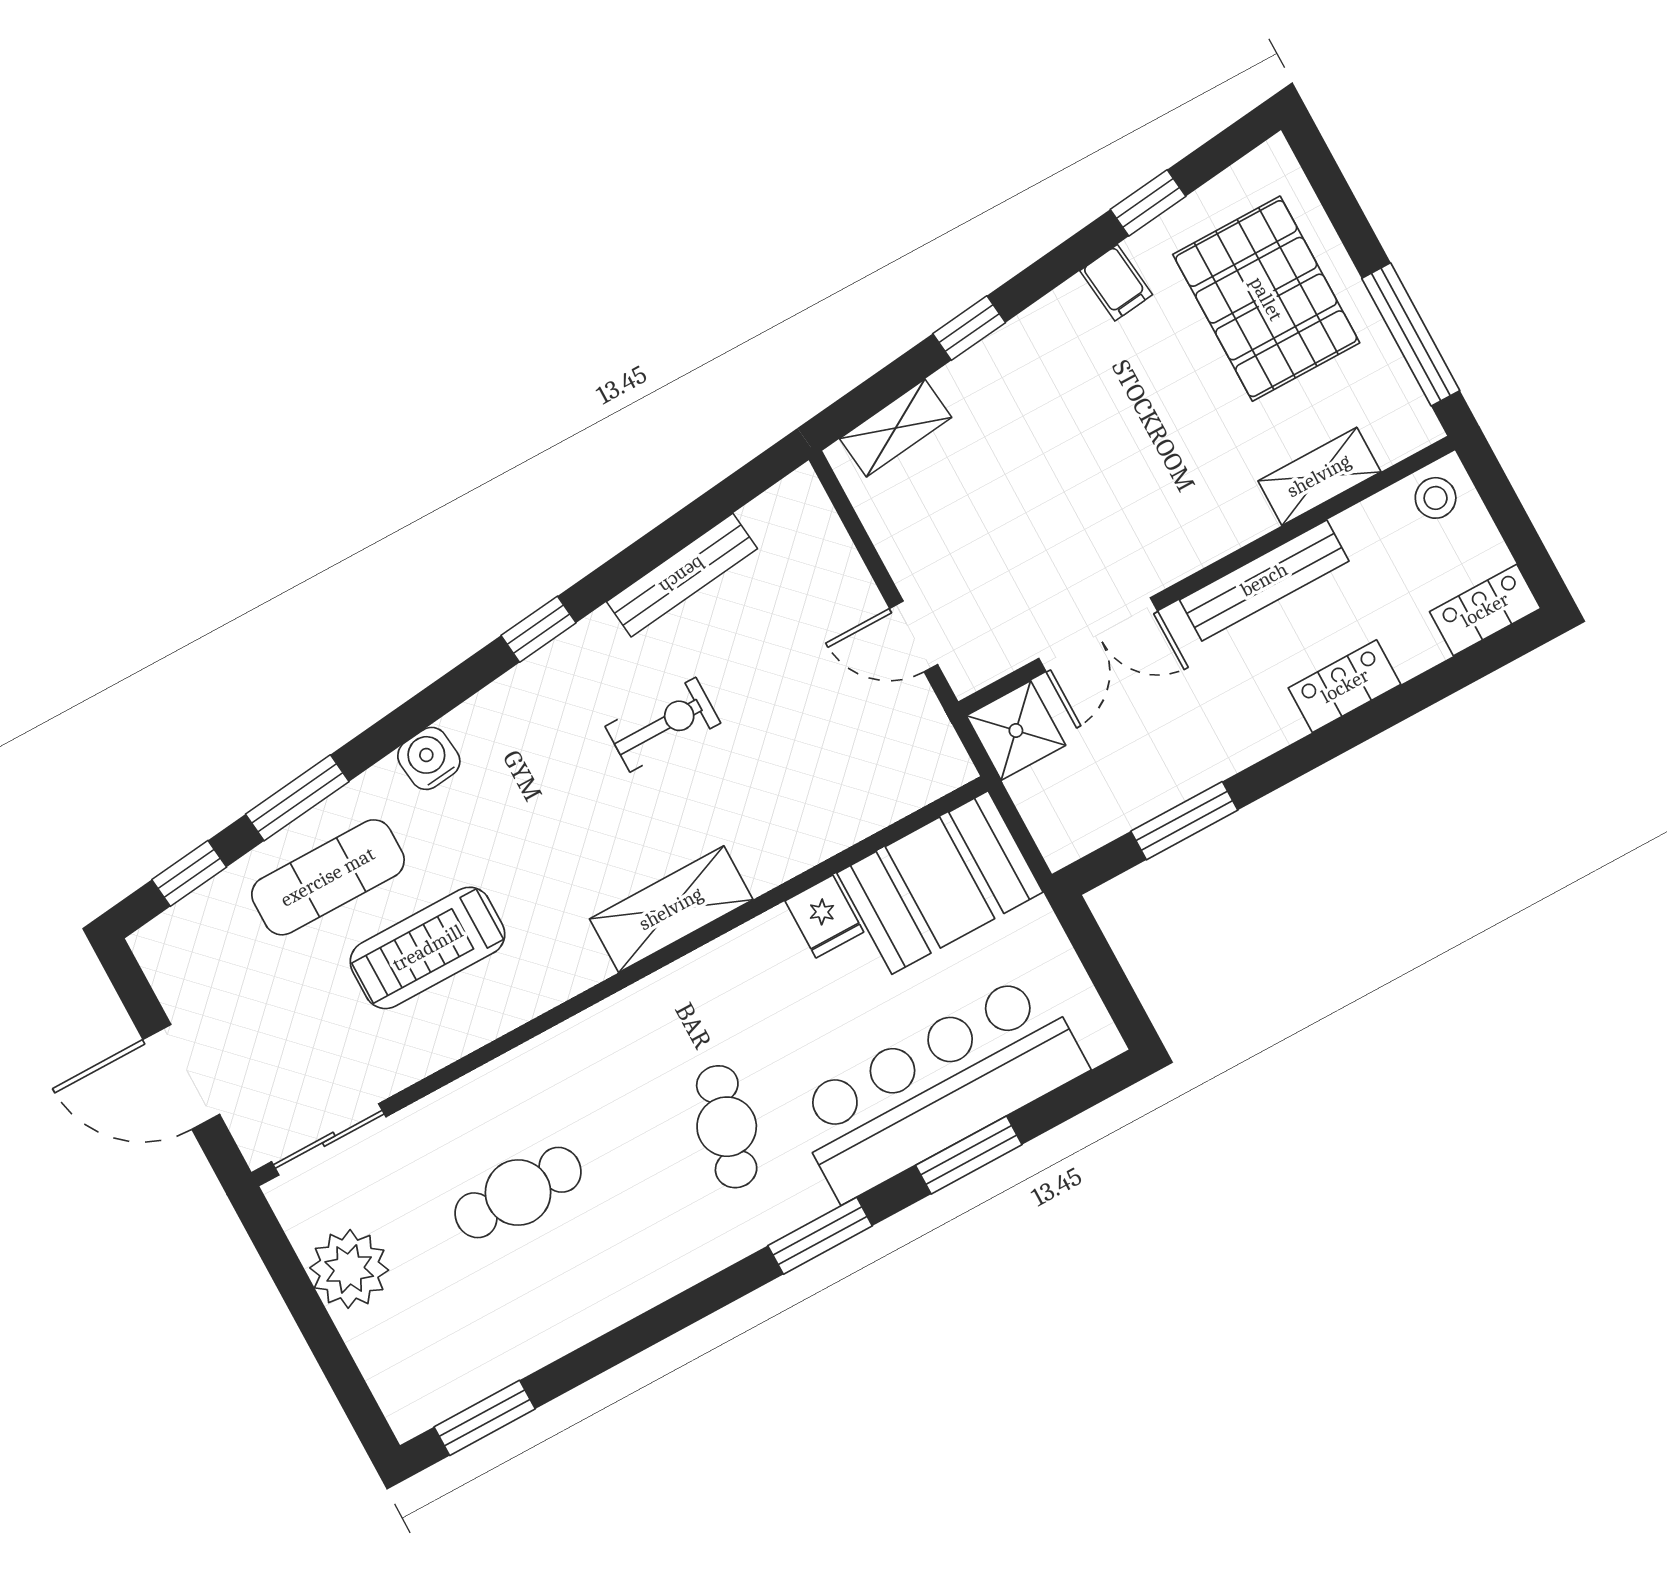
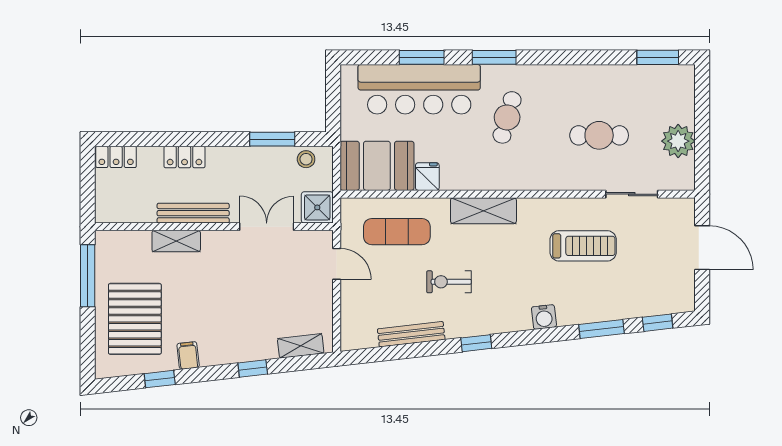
shelving: (1319, 476) -> (176, 241), moved
stool: (1436, 498) -> (306, 159), moved
exercise mat: (328, 877) -> (397, 232), moved
sliding door: (329, 1139) -> (632, 194), moved

